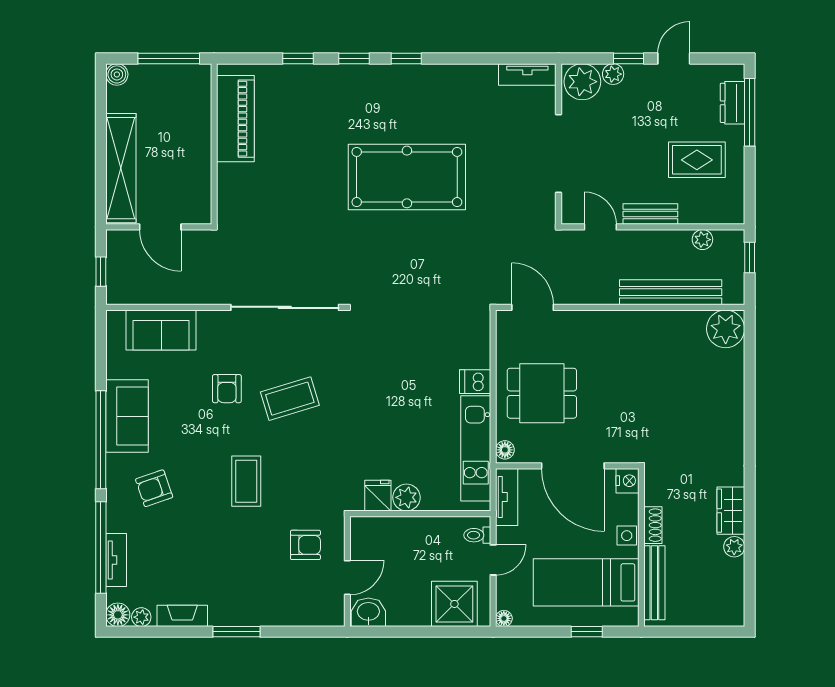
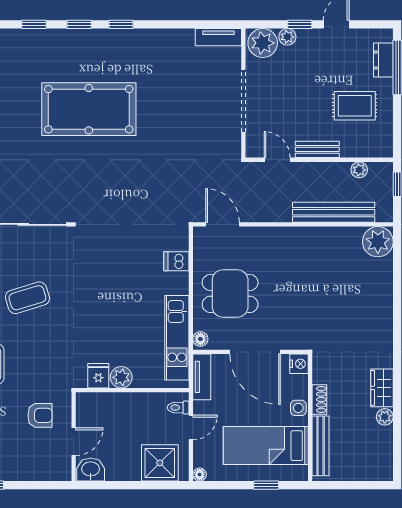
pool table: (407, 177) -> (89, 109), moved
dishwasher: (475, 382) -> (176, 261), moved

